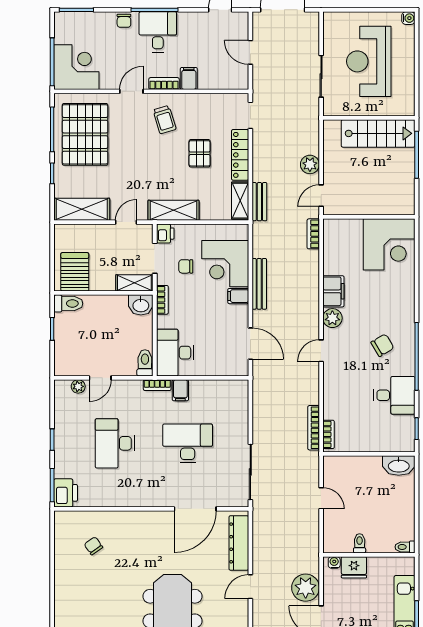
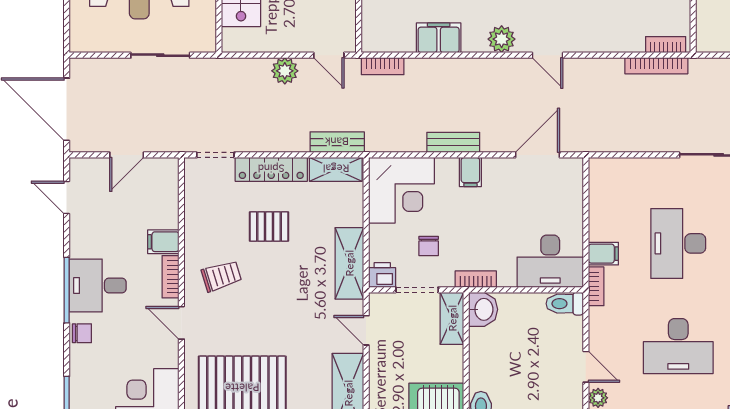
corner desk: (225, 264) -> (402, 190), moved
bench: (259, 284) -> (453, 142), width x0.73
filing cabinet: (333, 291) -> (439, 38), moved

